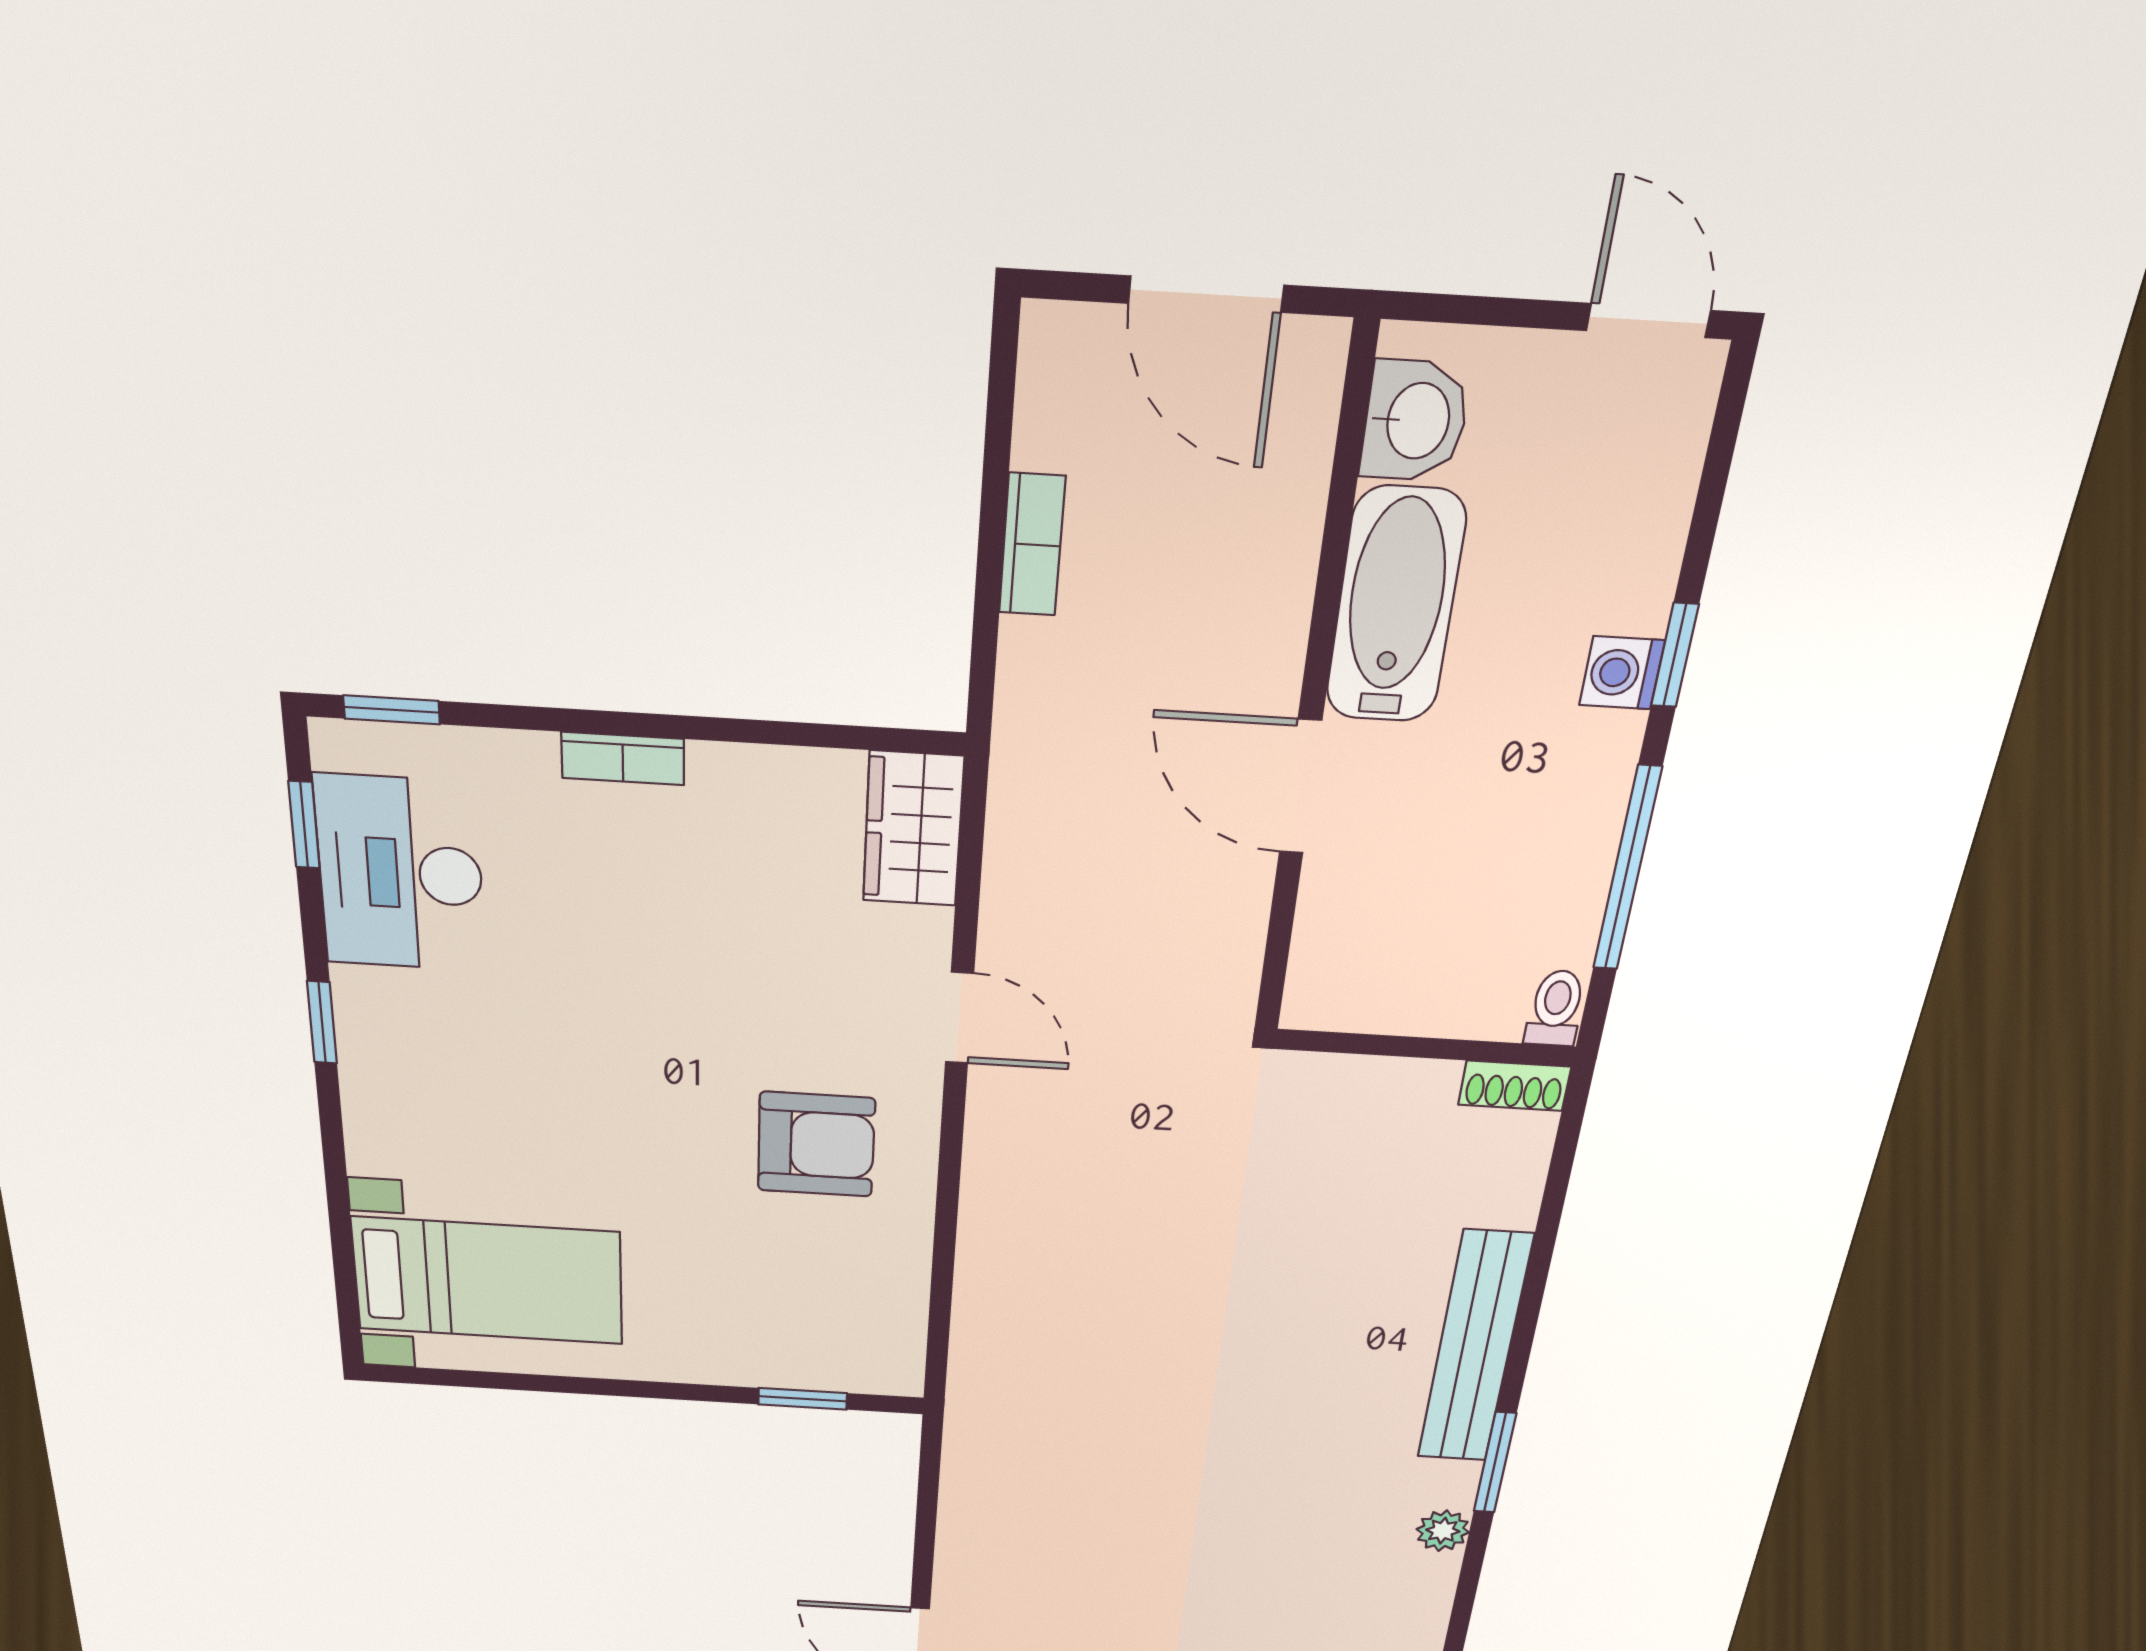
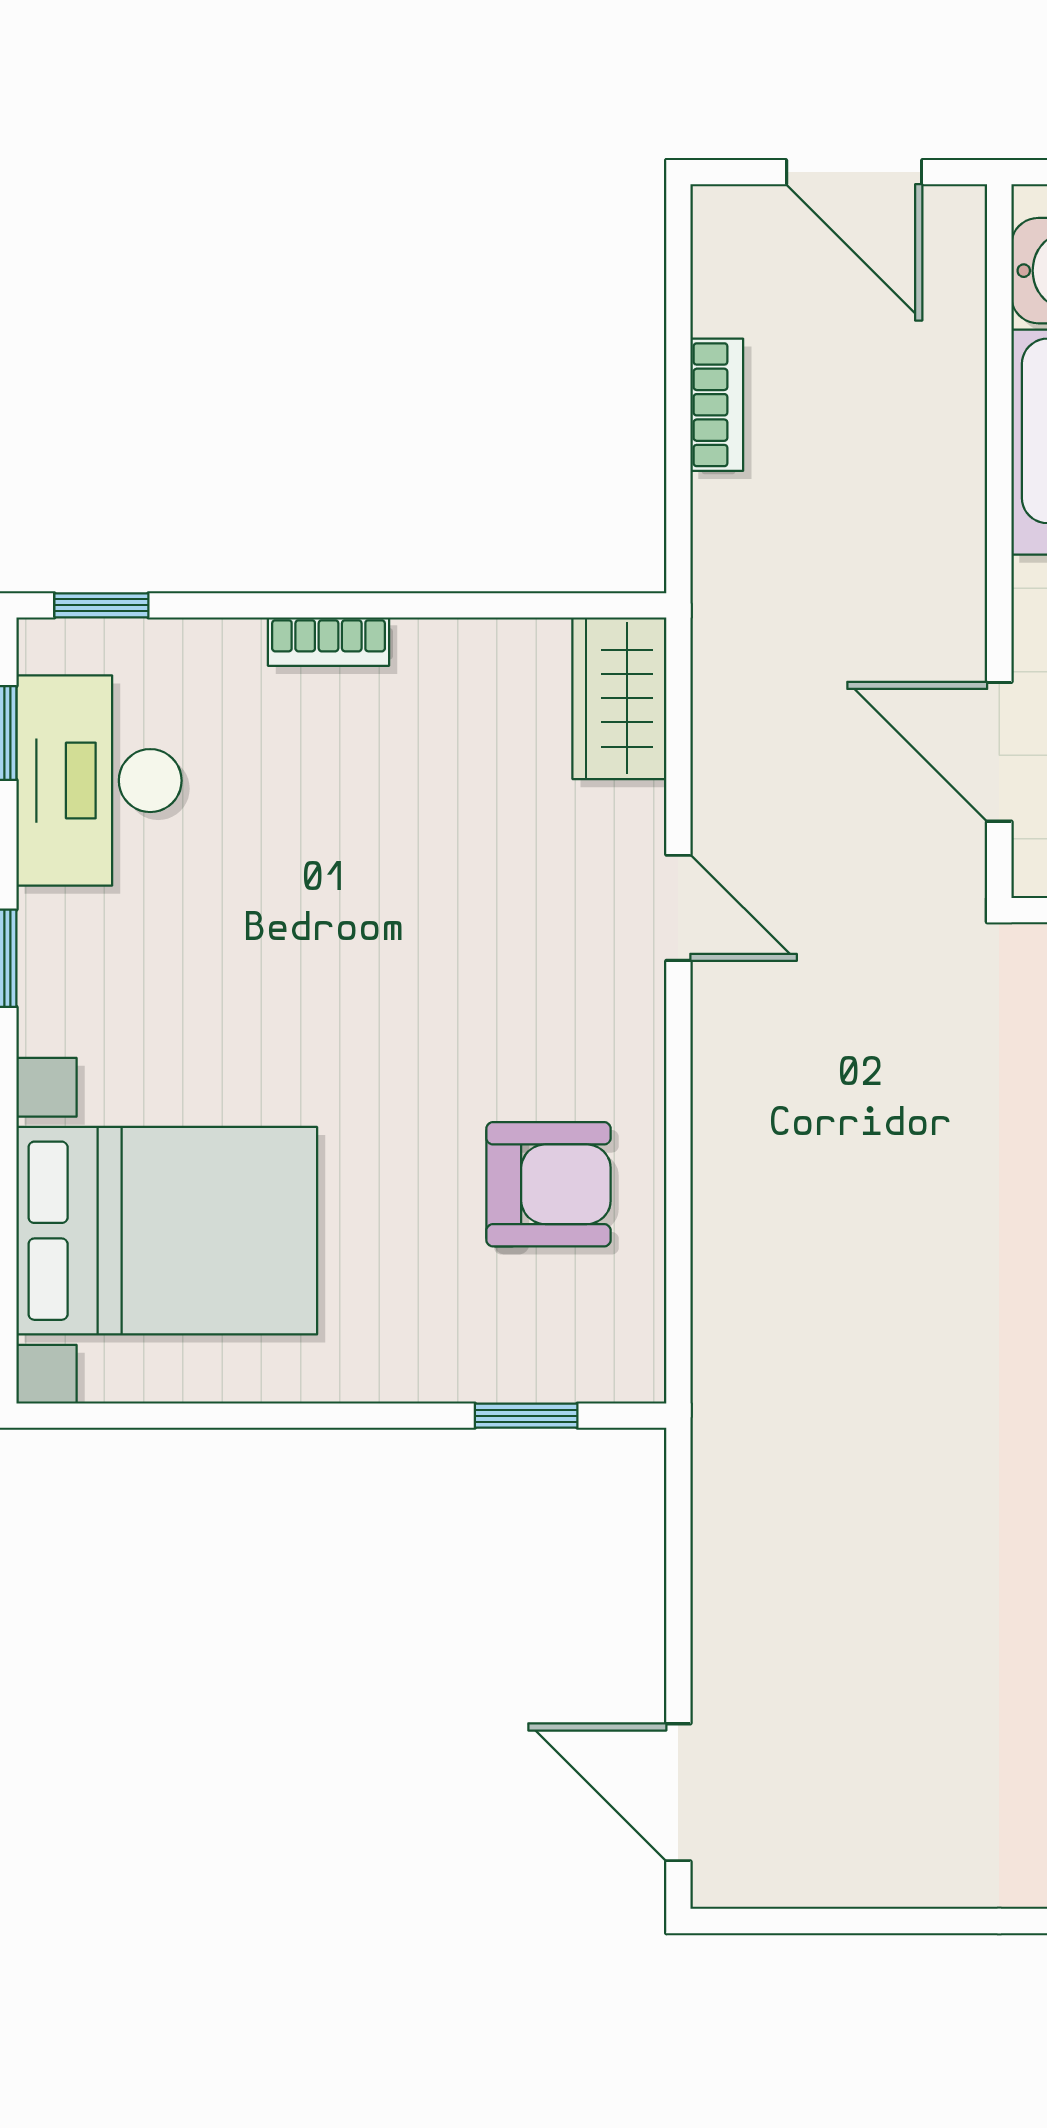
door: (1300, 787) -> (999, 752), moved
armchair: (816, 1144) -> (549, 1184), moved
bed with nightstands: (488, 1281) -> (167, 1231), width x1.36

